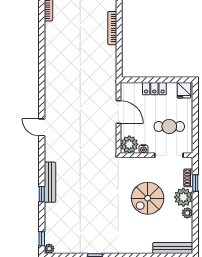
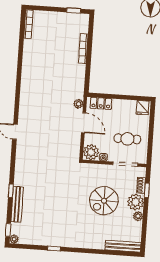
locker: (154, 89) -> (101, 103), moved
plant: (111, 91) -> (78, 104), added
bench: (50, 182) -> (17, 204), moved

